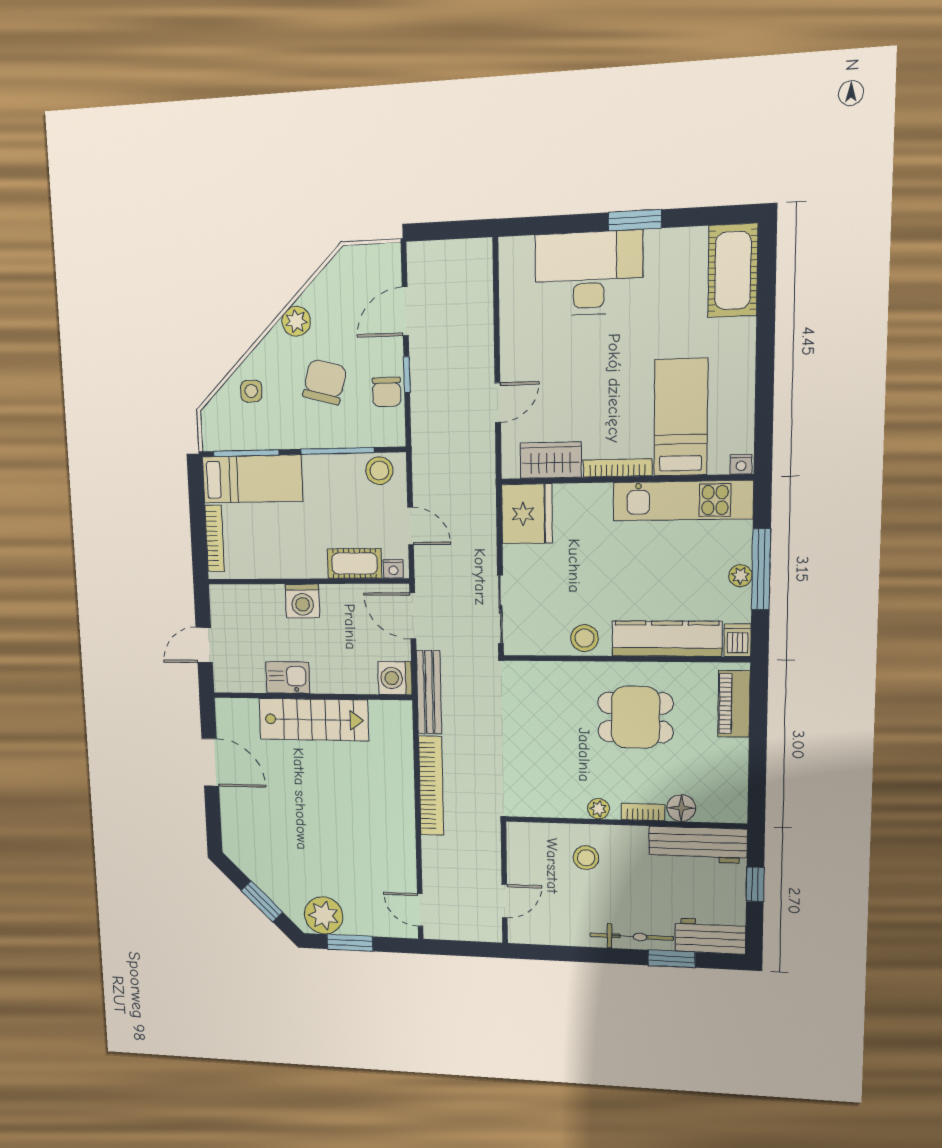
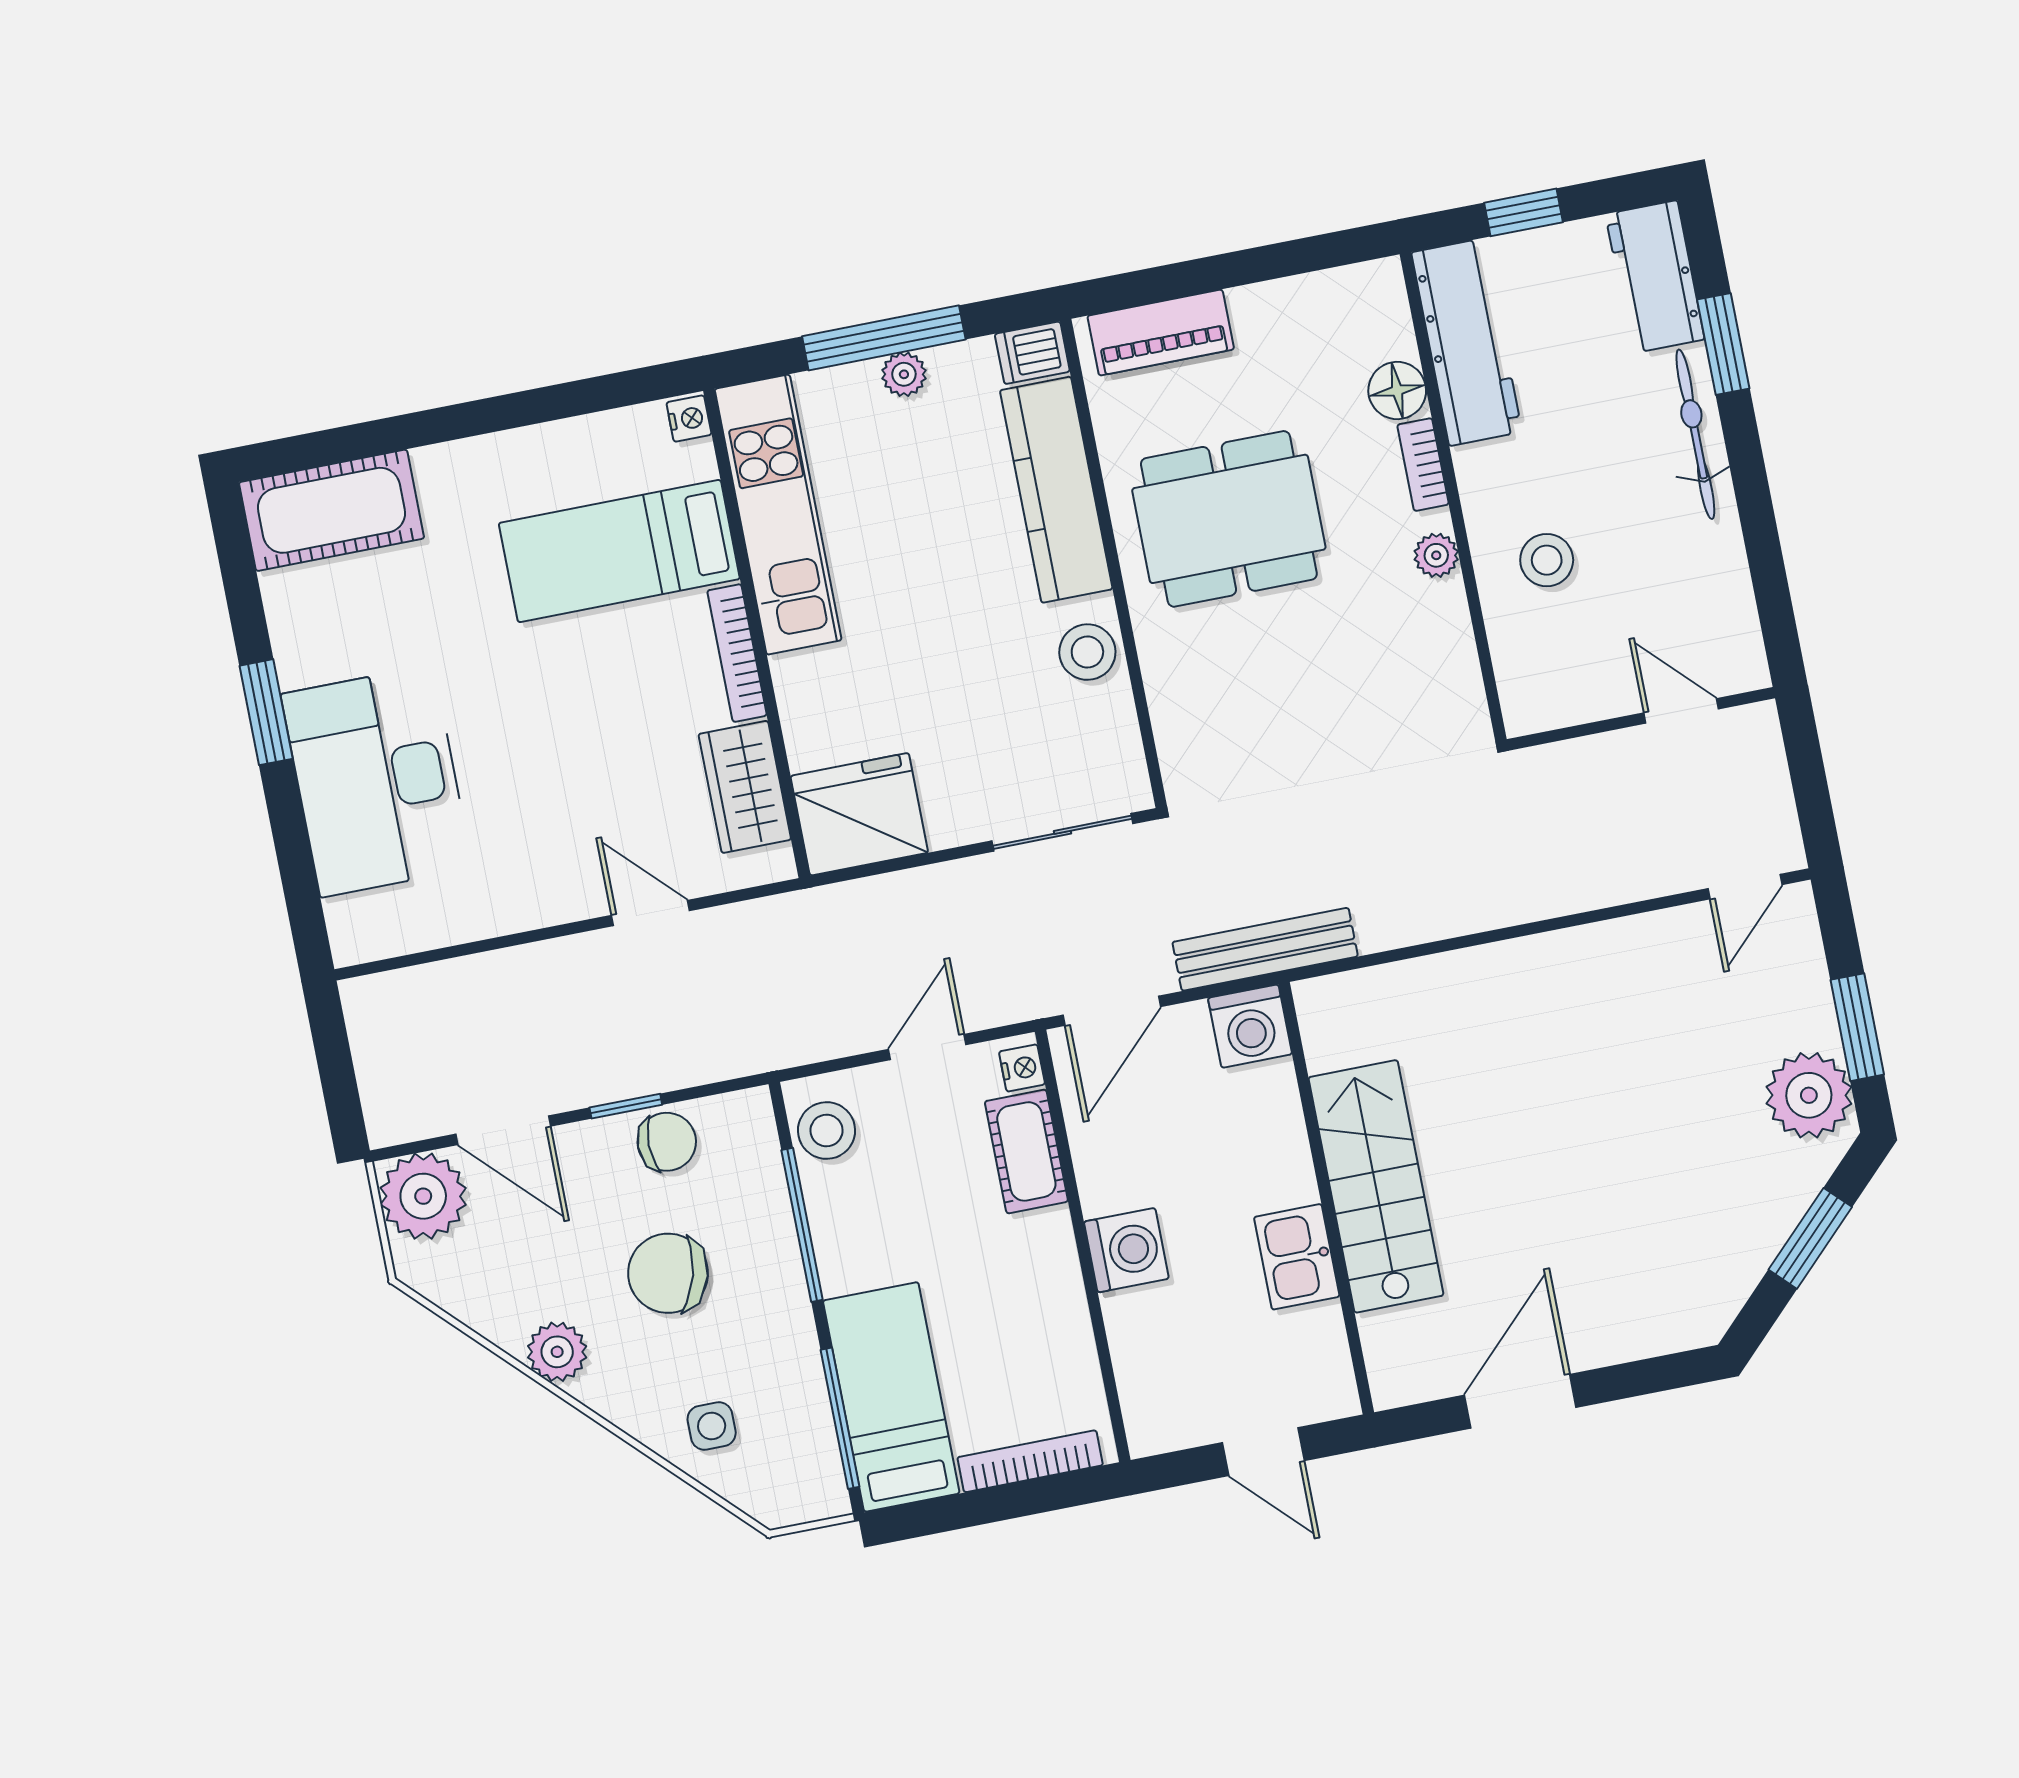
plant: (380, 266) -> (423, 1196), added
dining table: (636, 717) -> (1229, 519), width x1.38
bookcase: (431, 786) -> (1465, 910), removed

